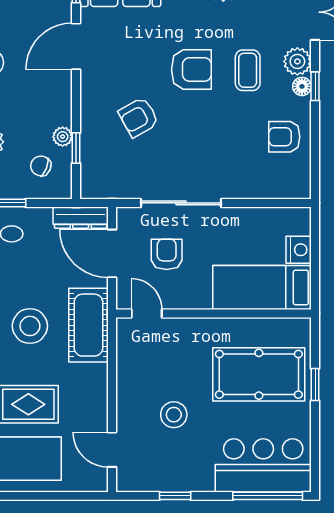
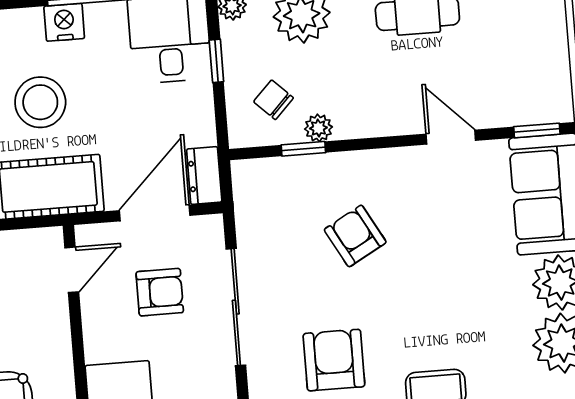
door: (76, 46) -> (451, 137), width x0.73
armchair: (191, 70) -> (334, 360), moved, turned 180
chair: (41, 166) -> (273, 100), turned -67
dresser: (81, 218) -> (204, 176), width x0.70

